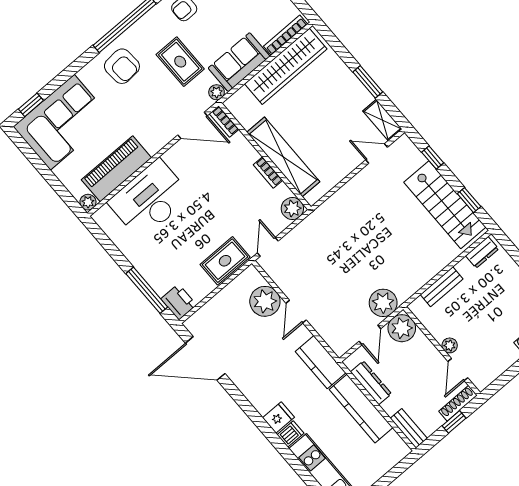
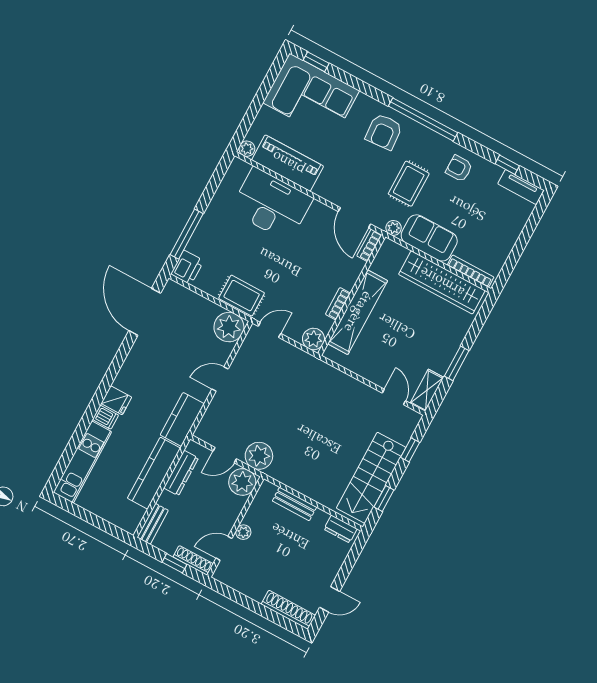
plant: (265, 301) -> (229, 327), moved

